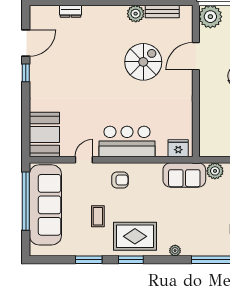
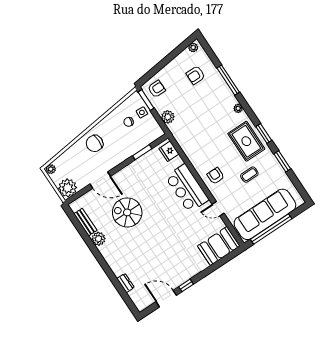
window: (196, 120) -> (142, 152), added
sofa: (184, 175) -> (184, 135), removed

